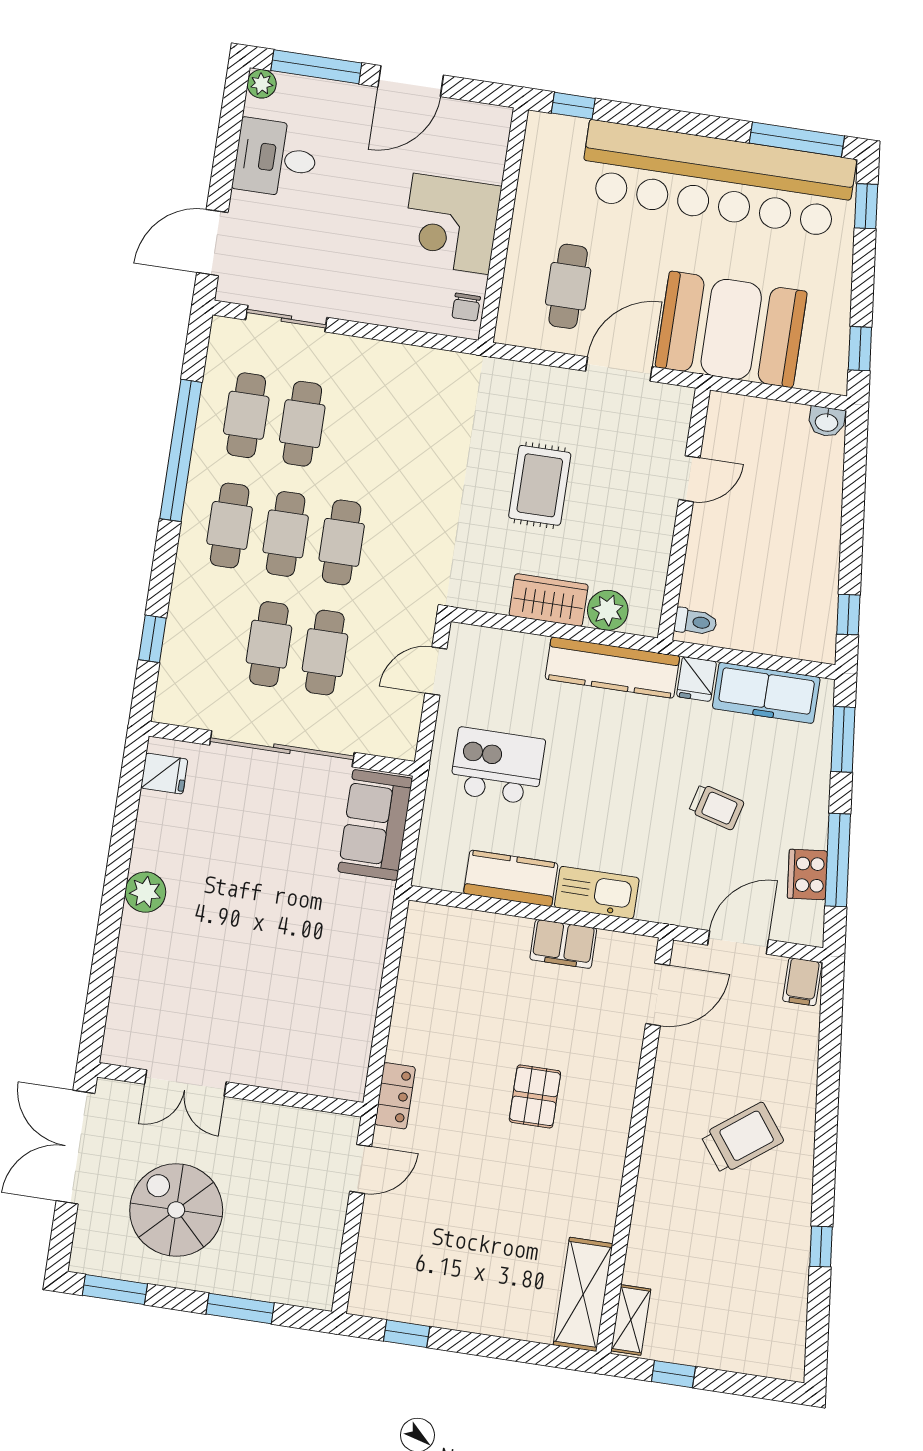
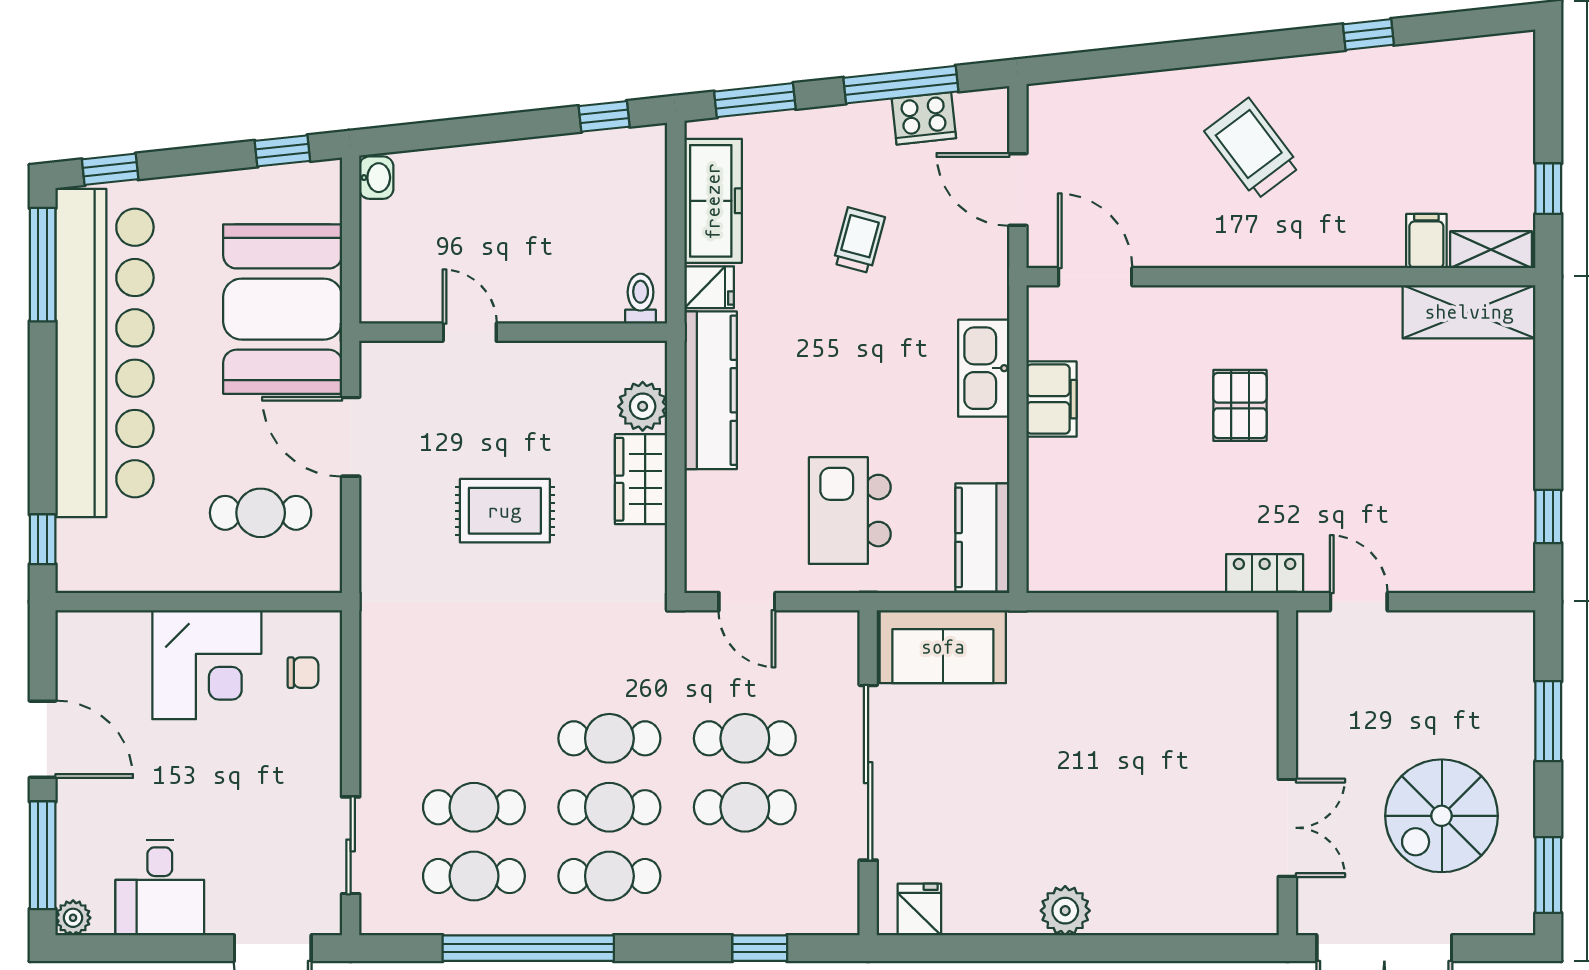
chair: (466, 307) -> (303, 673), moved
kitchen counter: (511, 878) -> (982, 537), moved
filing cabinet: (802, 982) -> (1426, 241), moved, turned -90
pallet: (535, 1096) -> (1240, 405), turned 90

